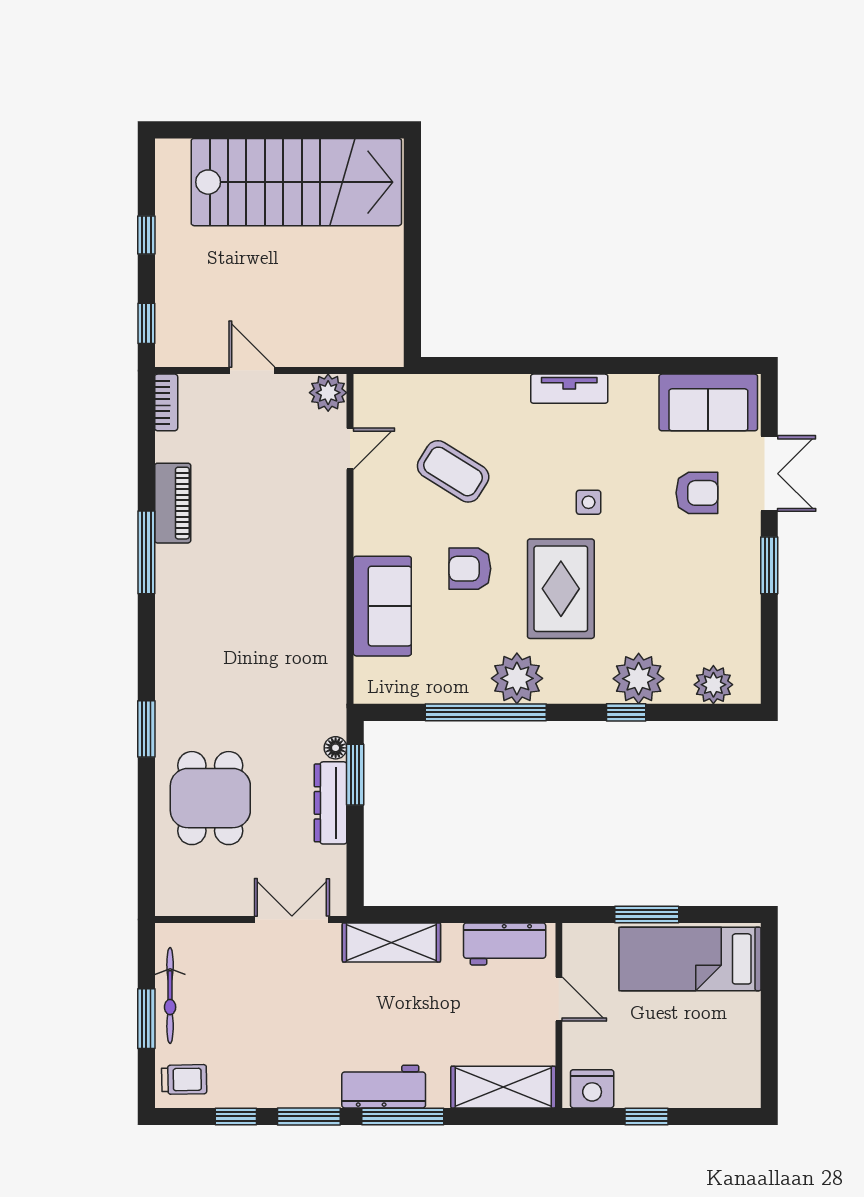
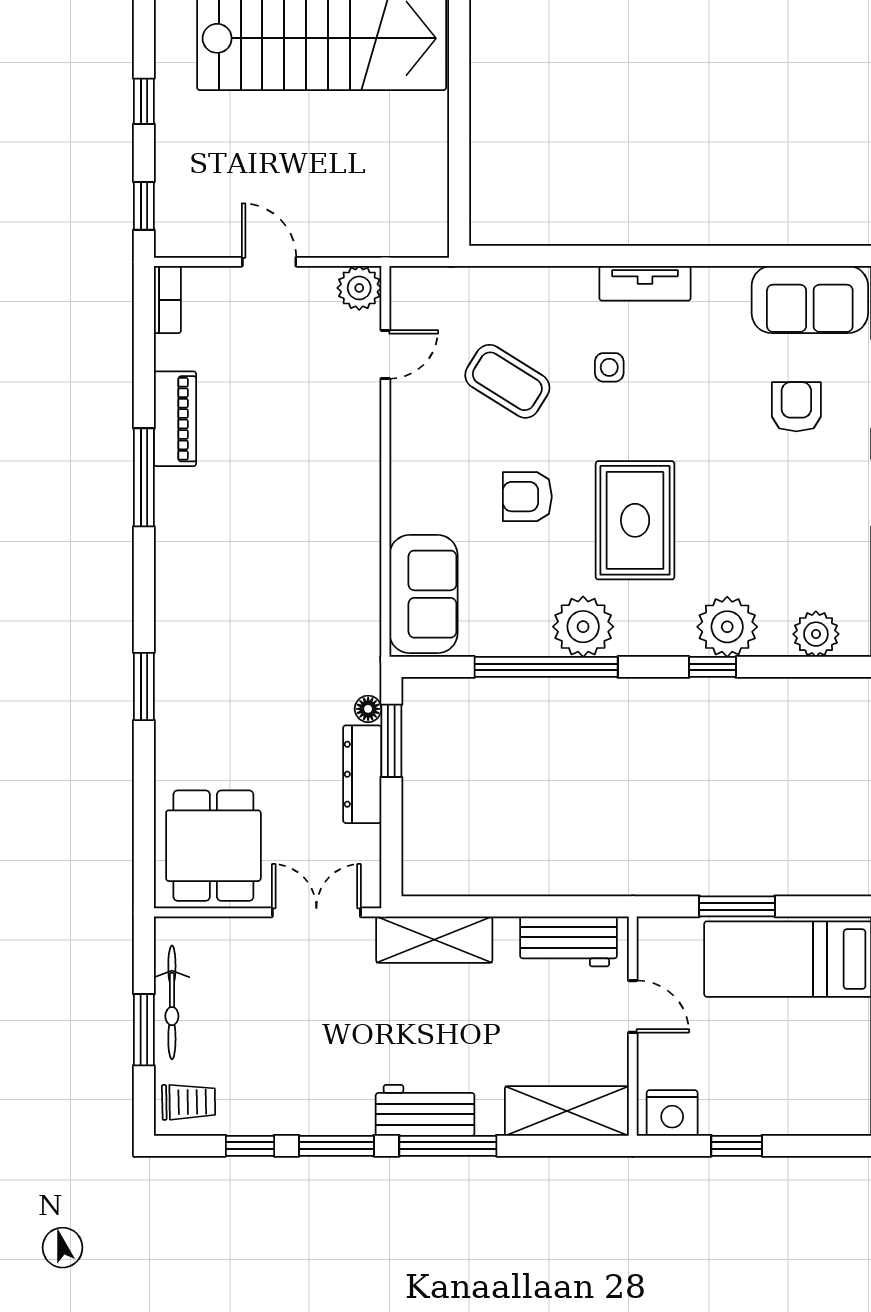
armchair: (697, 493) -> (796, 407), turned -90
side table: (589, 502) -> (609, 367), moved
sofa: (382, 606) -> (424, 594), moved
dining table: (210, 798) -> (213, 846), moved

